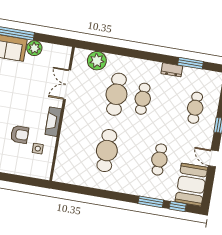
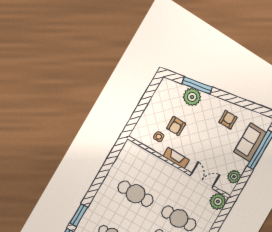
plant: (34, 48) -> (234, 177), moved
plant: (97, 61) -> (218, 201), moved

